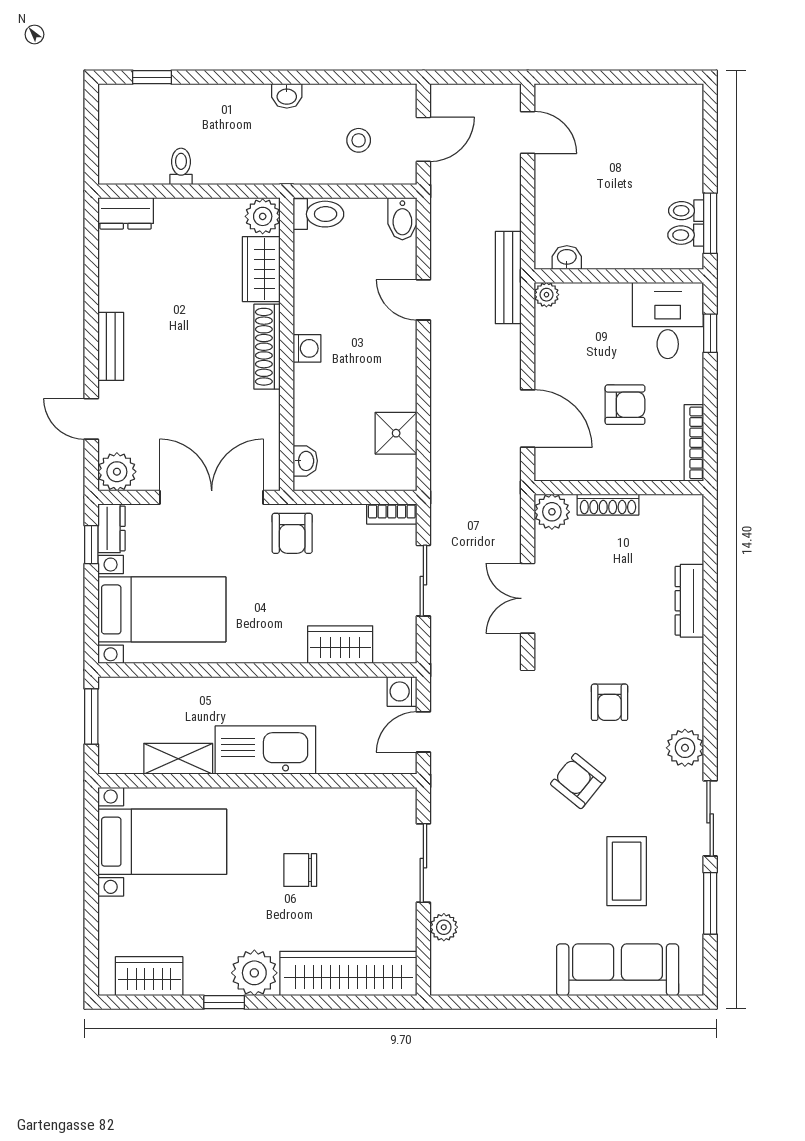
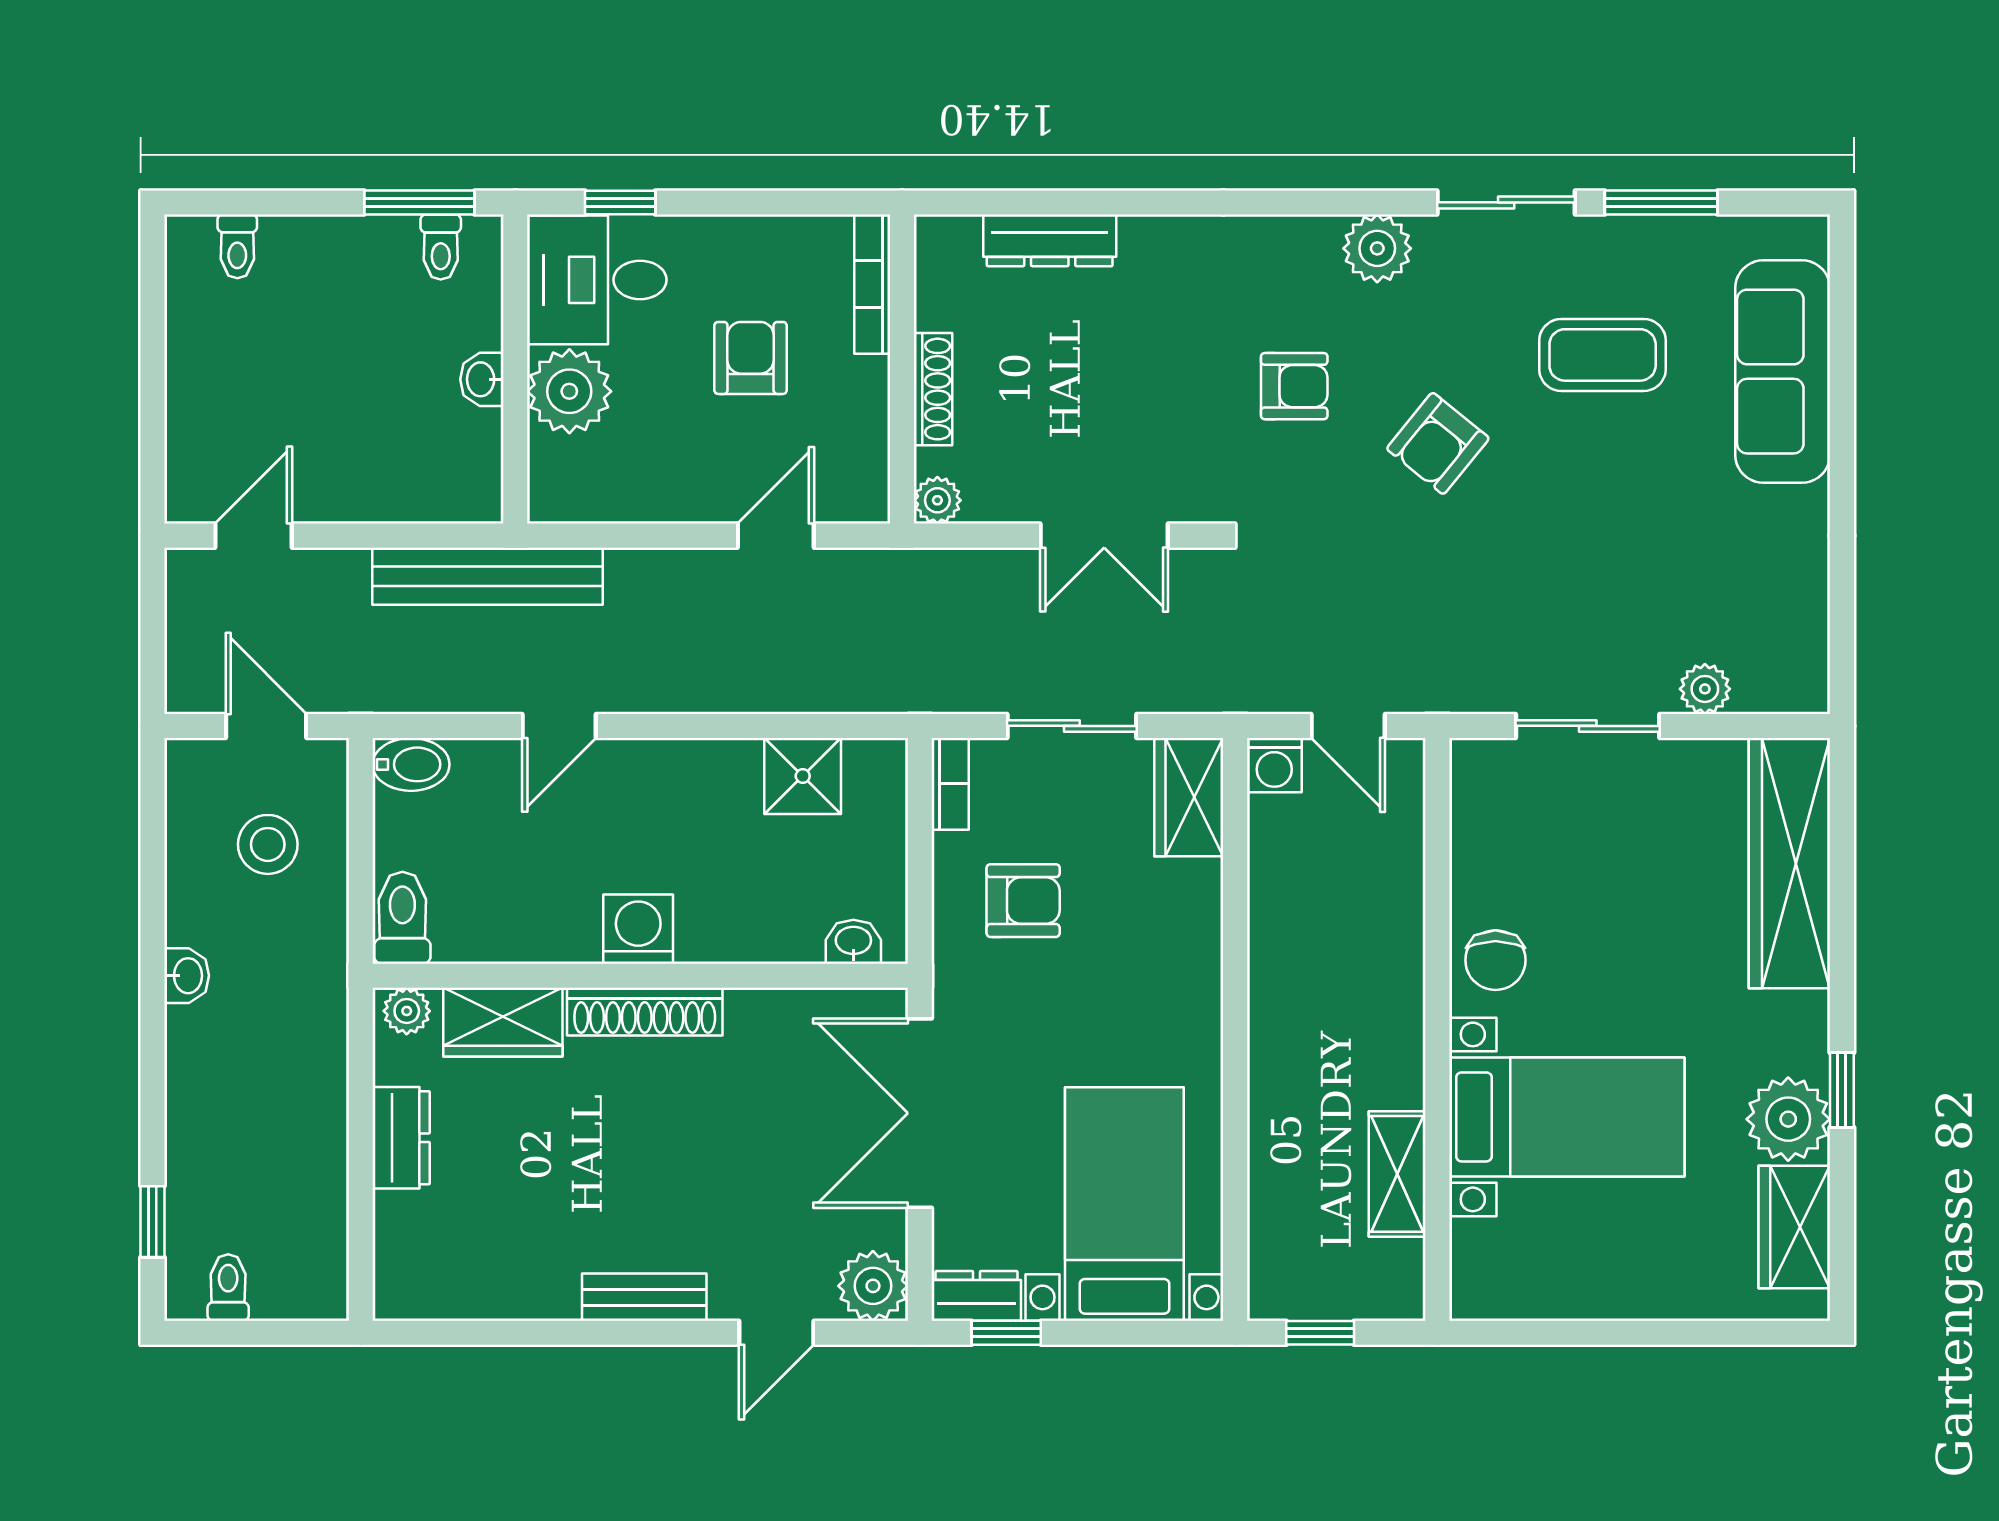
stool: (359, 140) -> (268, 844), width x1.37, depth x1.37
toilet: (181, 166) -> (228, 1287), moved, turned 90
toilet: (686, 211) -> (237, 246), moved
dresser: (126, 213) -> (401, 1138), moved
plant: (263, 216) -> (407, 1011), width x0.73, depth x0.73
washbasin: (567, 258) -> (482, 379), moved
bench: (508, 278) -> (488, 576), width x1.37, depth x1.21
plant: (546, 295) -> (569, 391), moved, width x1.88, depth x1.88
washing machine: (307, 348) -> (638, 929), width x1.38, depth x1.38
door: (528, 418) -> (776, 536), width x0.73
bookcase: (694, 443) -> (872, 284), moved, turned 90
plant: (552, 512) -> (937, 500), width x0.73, depth x0.73
armchair: (292, 533) -> (1023, 901), moved
dresser: (689, 601) -> (1050, 240), moved
wardrobe: (340, 645) -> (1189, 797), moved
window: (91, 717) -> (1320, 1333), width x0.67
kitchen sink: (265, 750) -> (1381, 1015), removed
bed with nightstands: (162, 842) -> (1567, 1117), moved, turned 90
chair: (300, 870) -> (1495, 960), moved
plant: (254, 973) -> (1788, 1119), moved

